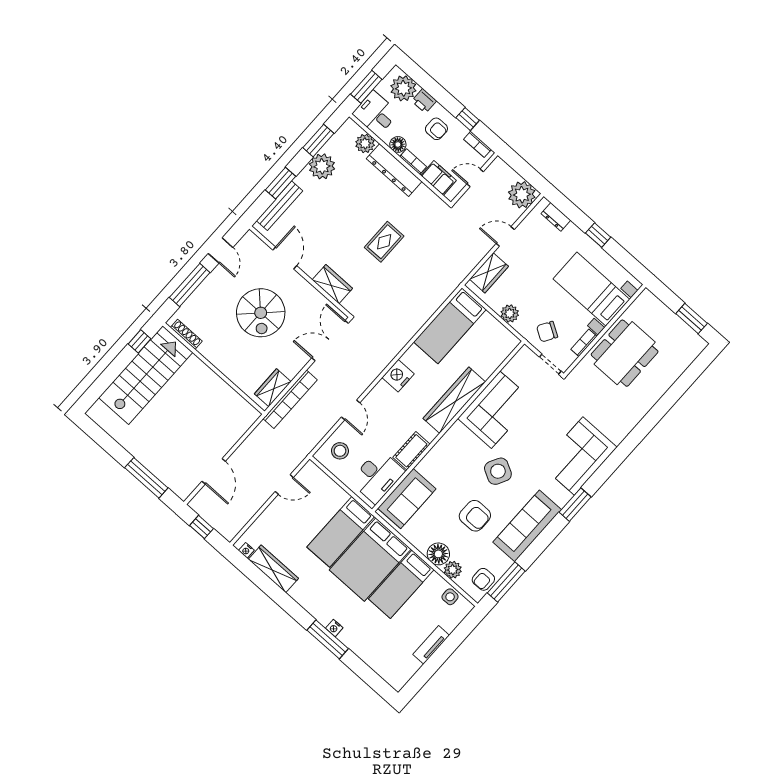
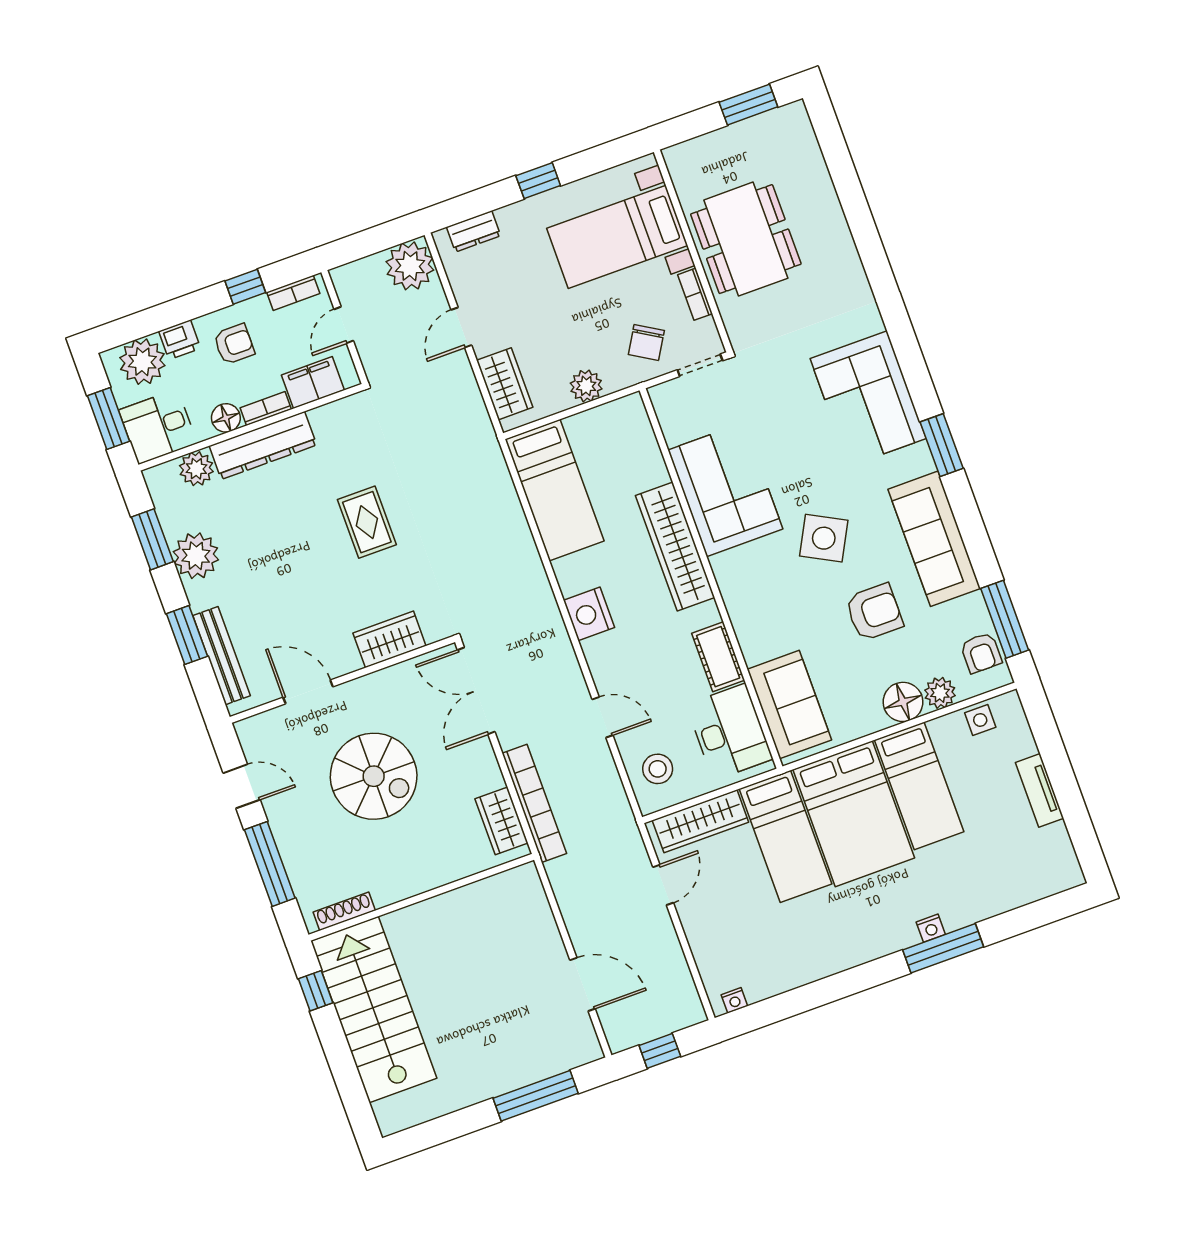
wardrobe: (273, 569) -> (700, 821), moved, turned 180

